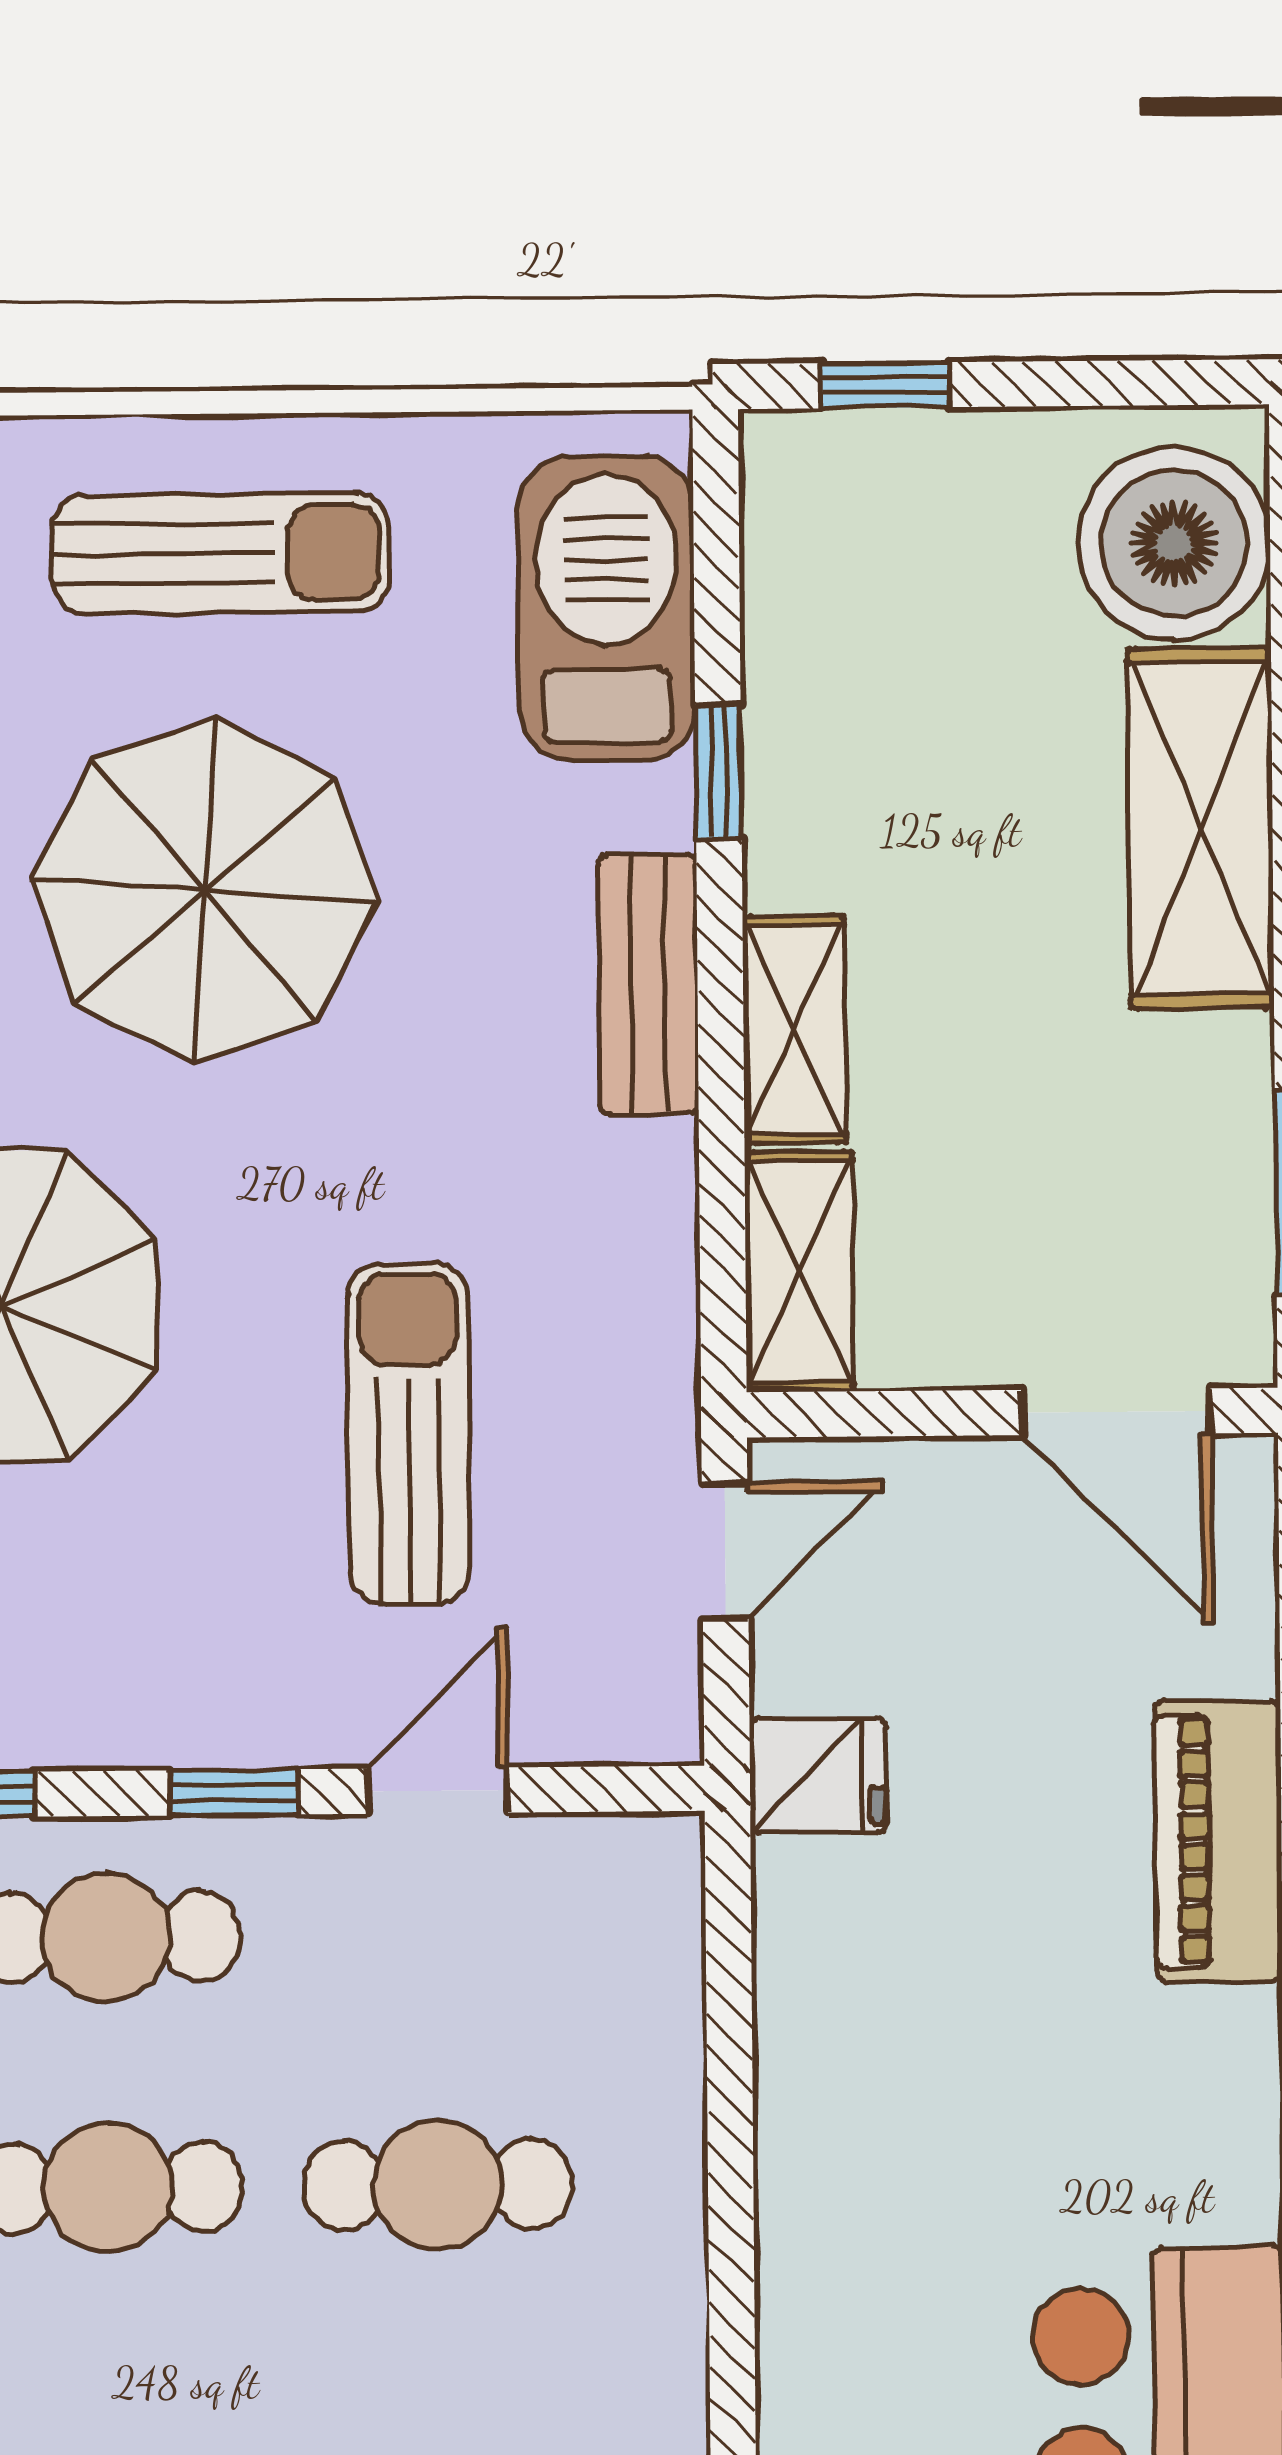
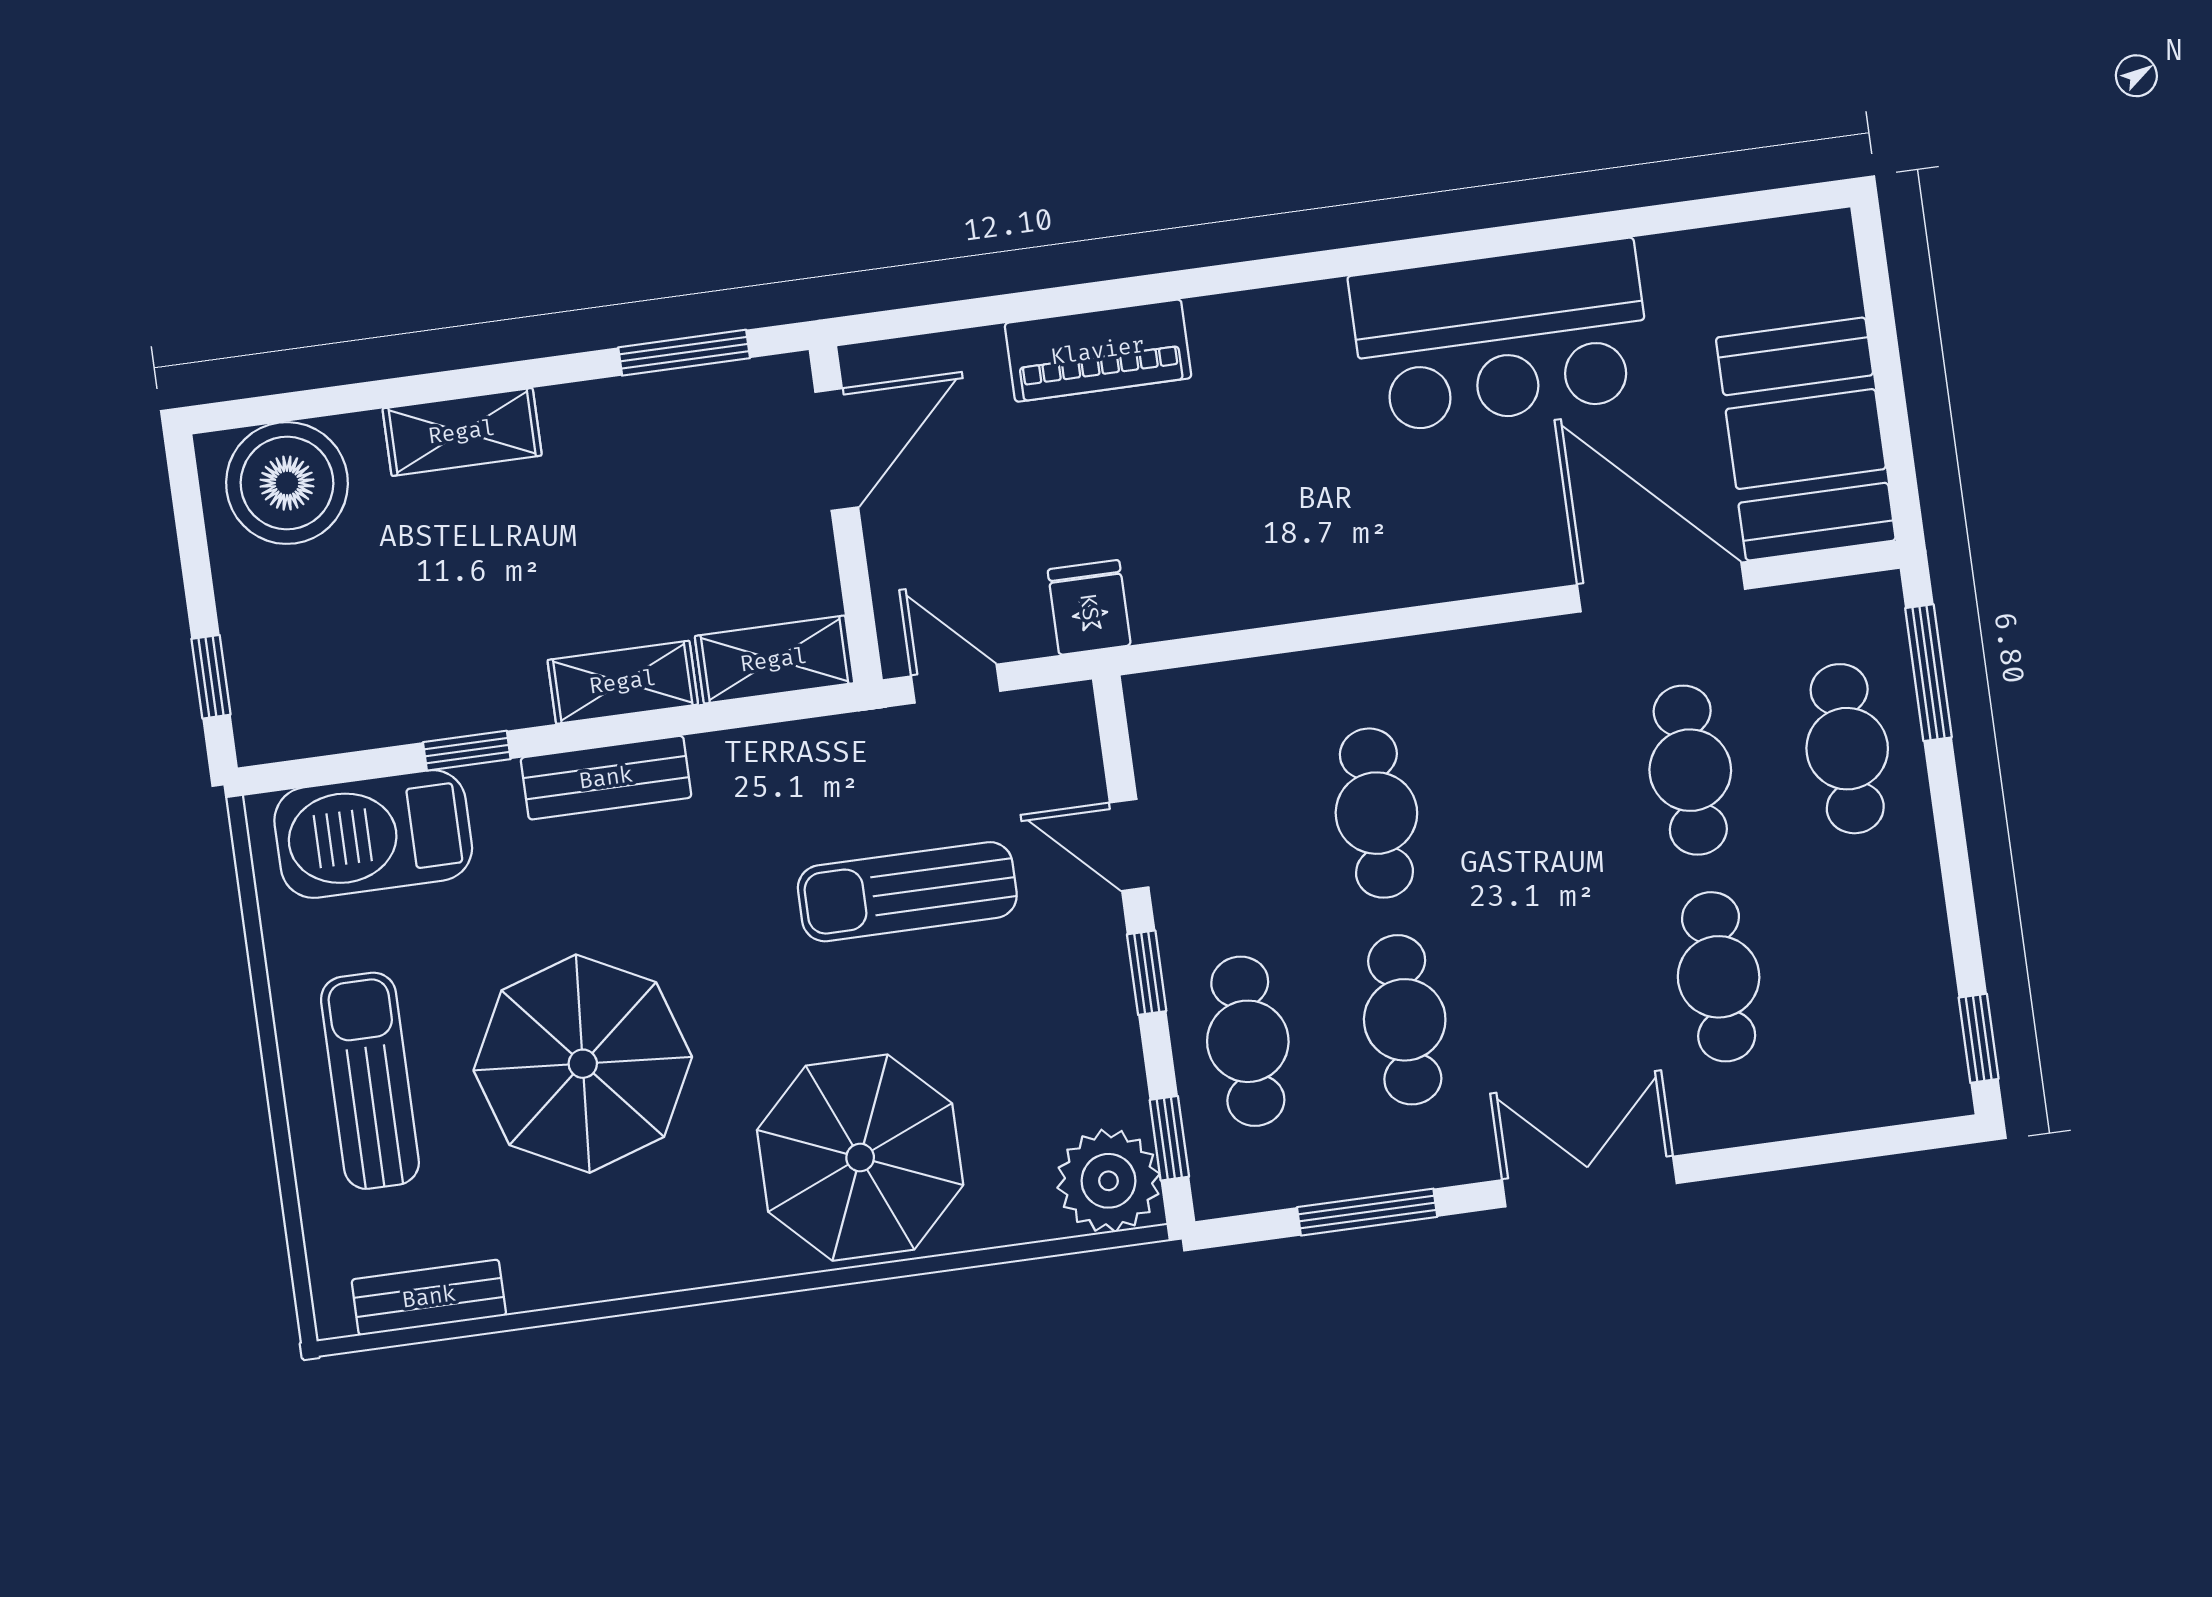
shelving: (1201, 828) -> (462, 432), width x0.67, depth x0.75

